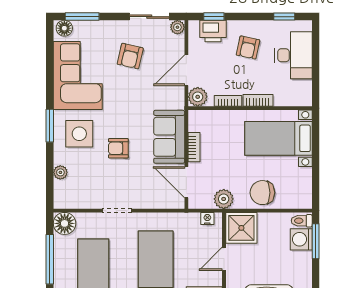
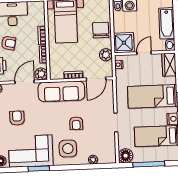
armchair: (130, 56) -> (17, 118), turned -103
door: (186, 70) -> (25, 82), swing flipped
window: (50, 126) -> (39, 169), moved
sofa: (169, 137) -> (61, 91), width x1.36
chair: (262, 193) -> (101, 30), turned 180
door: (224, 259) -> (144, 53), swing flipped

